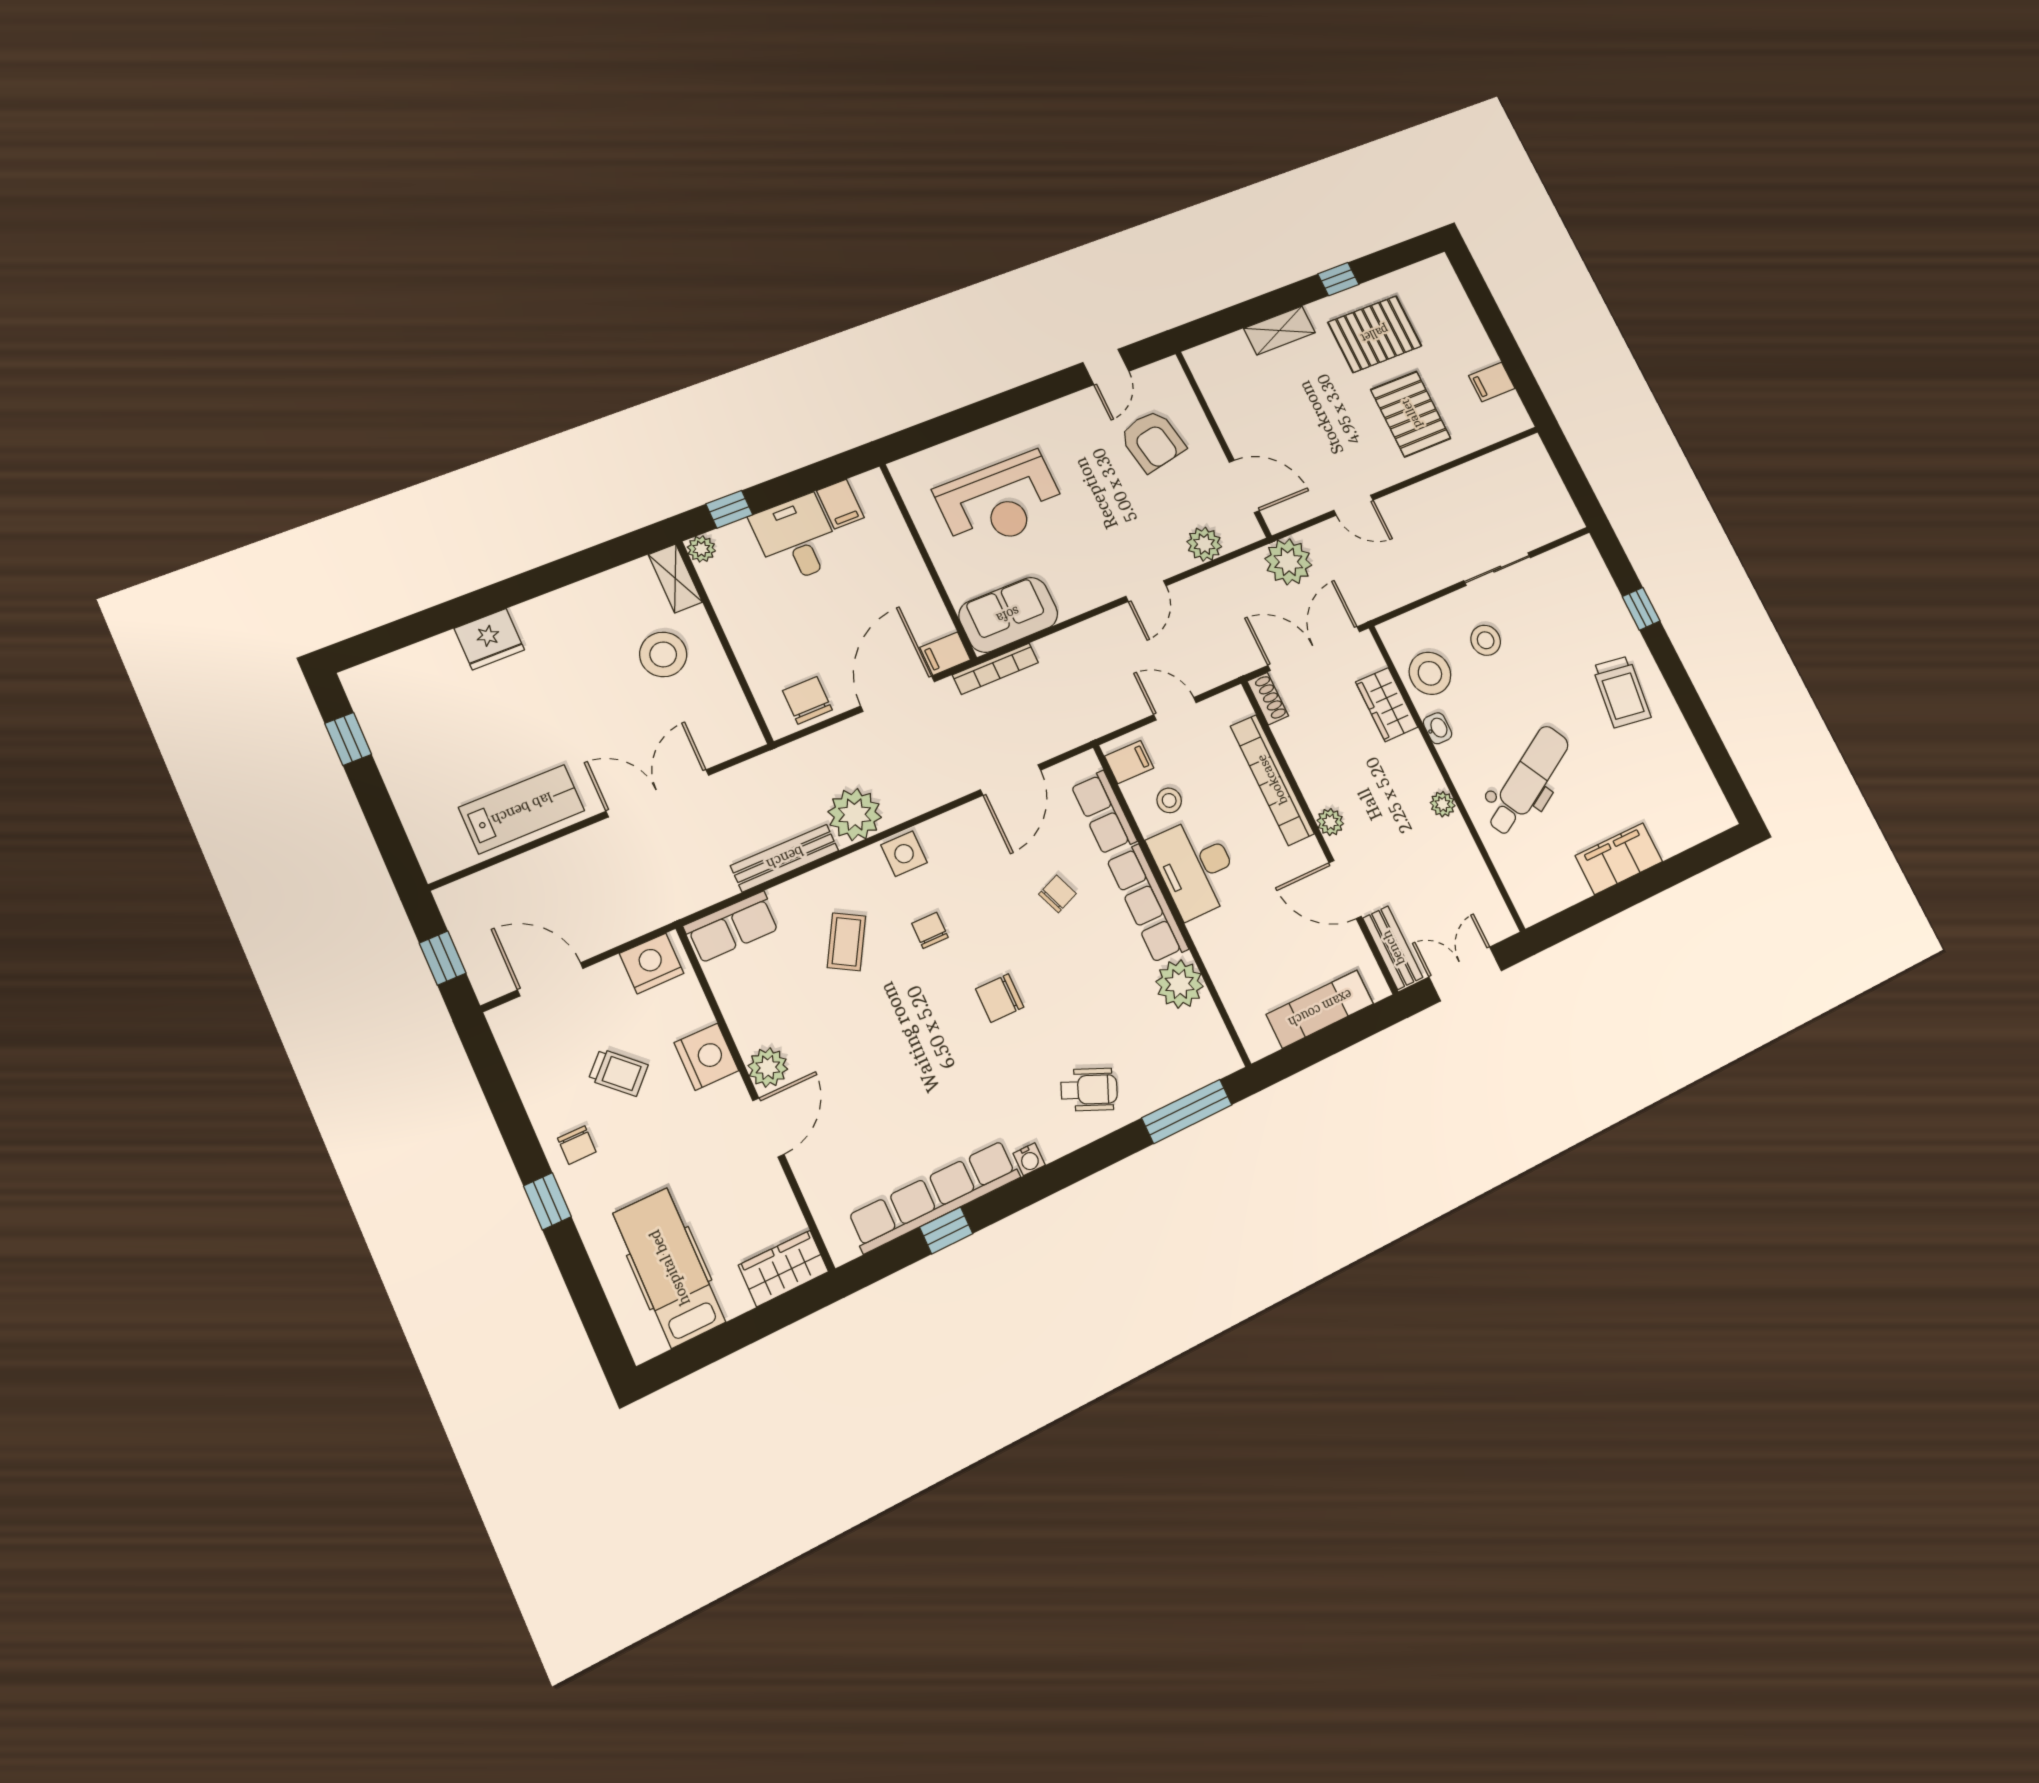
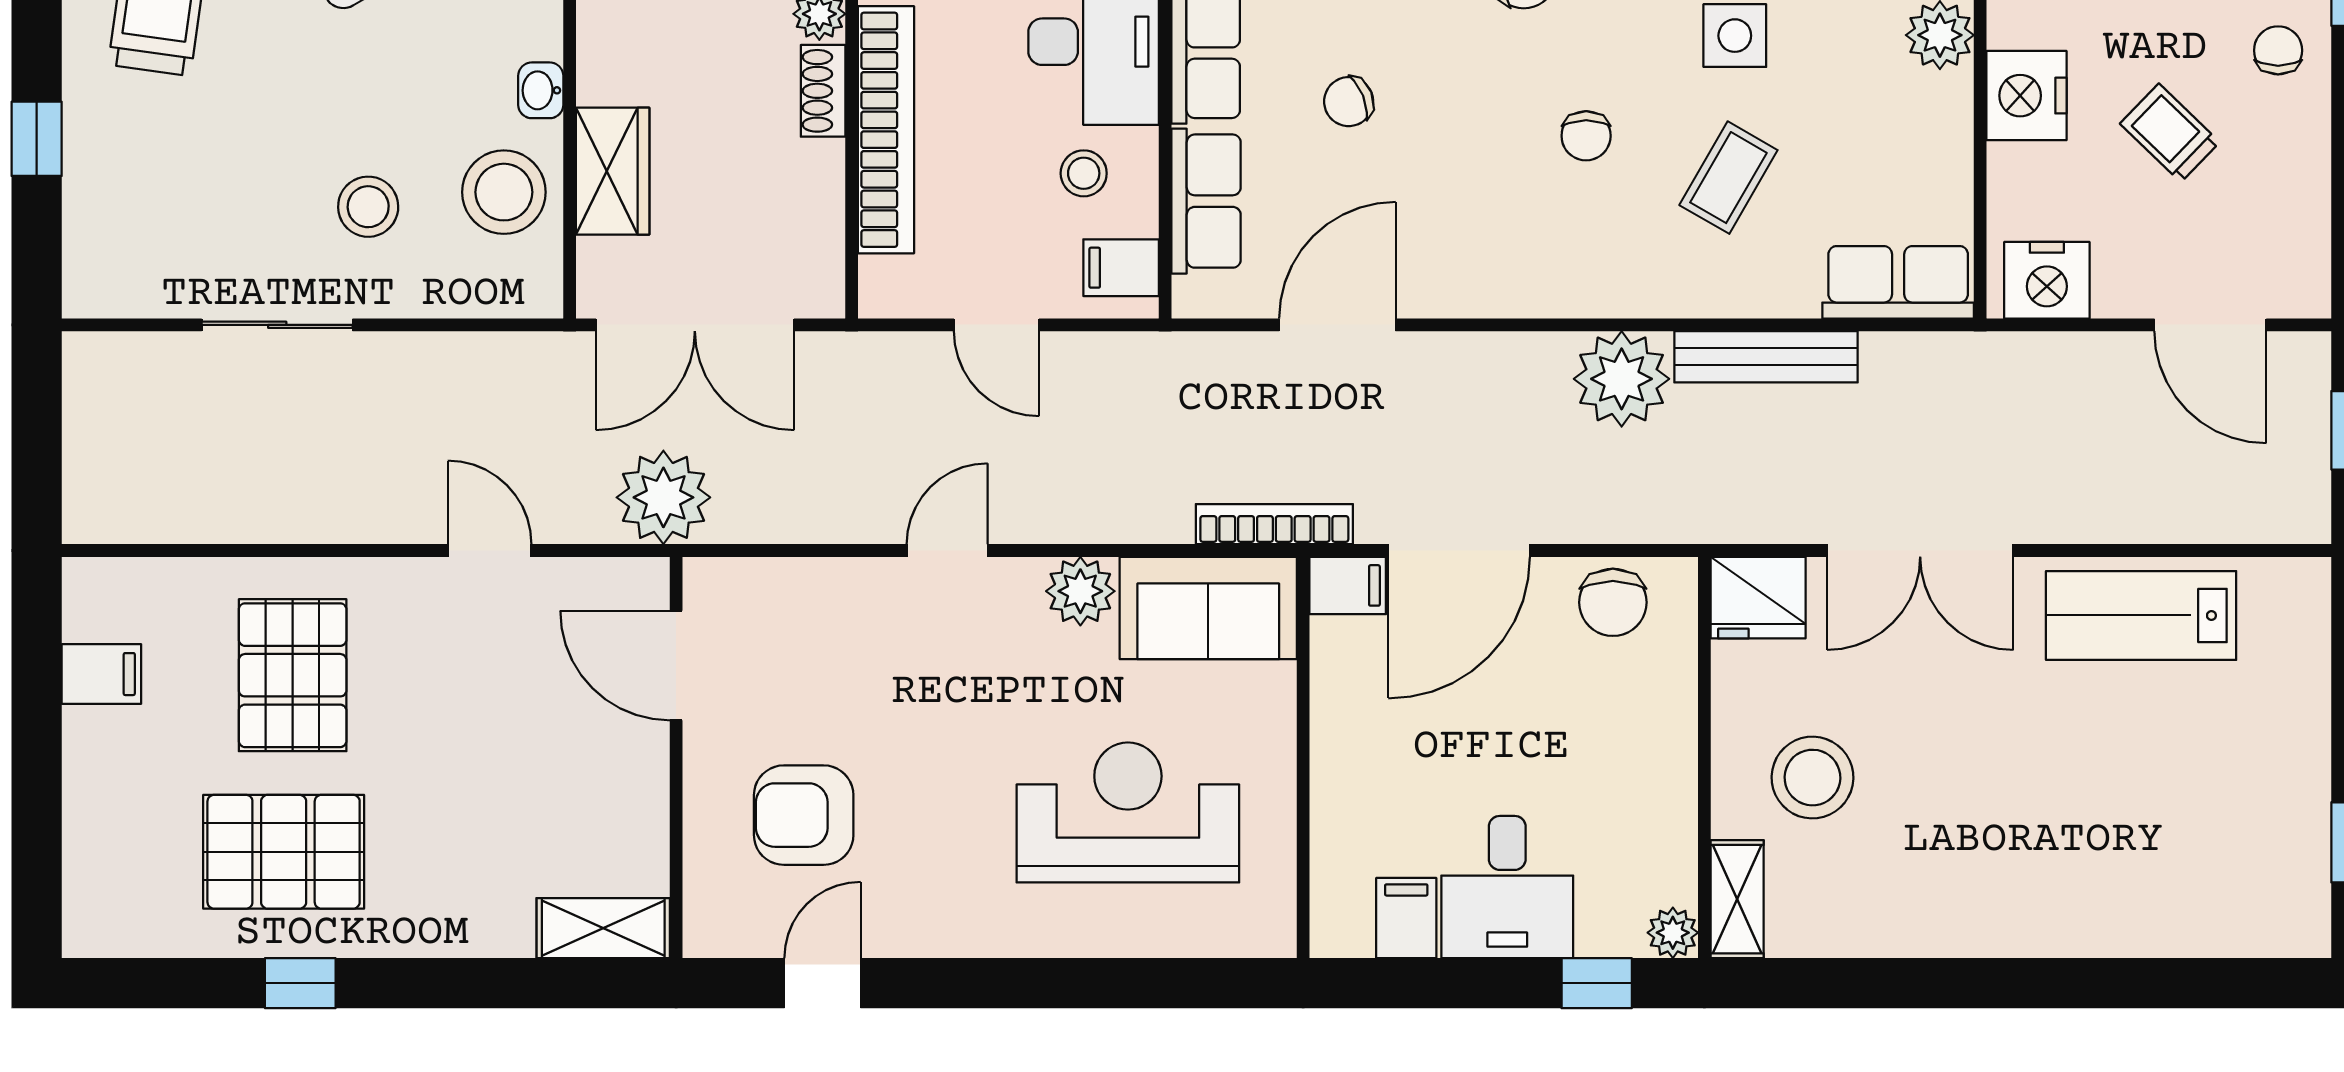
shelving: (1279, 330) -> (603, 928), moved
armchair: (1152, 441) -> (804, 815), turned -79
plant: (1204, 544) -> (1080, 591), moved
fridge: (489, 639) -> (1758, 598), moved, turned 180
shoe rack: (1268, 699) -> (823, 91), moved
side table: (904, 854) -> (1735, 36), moved

